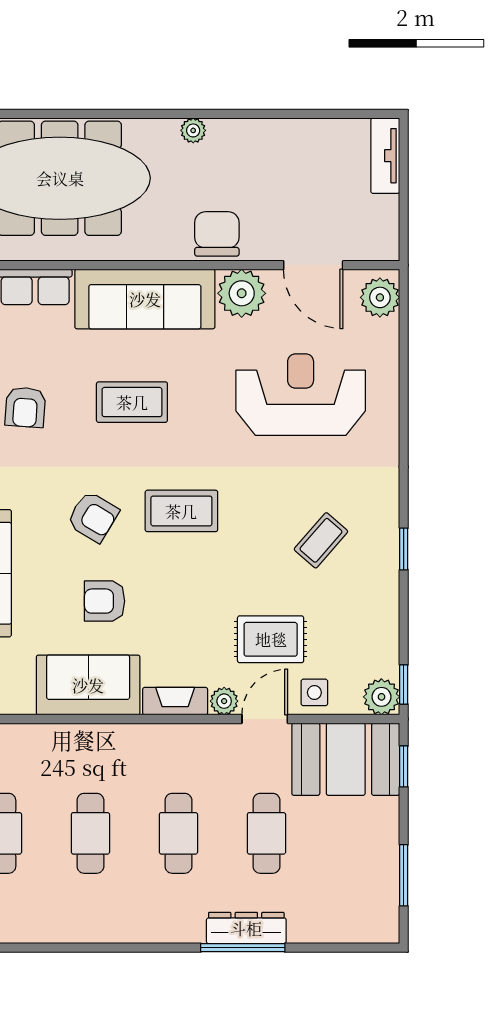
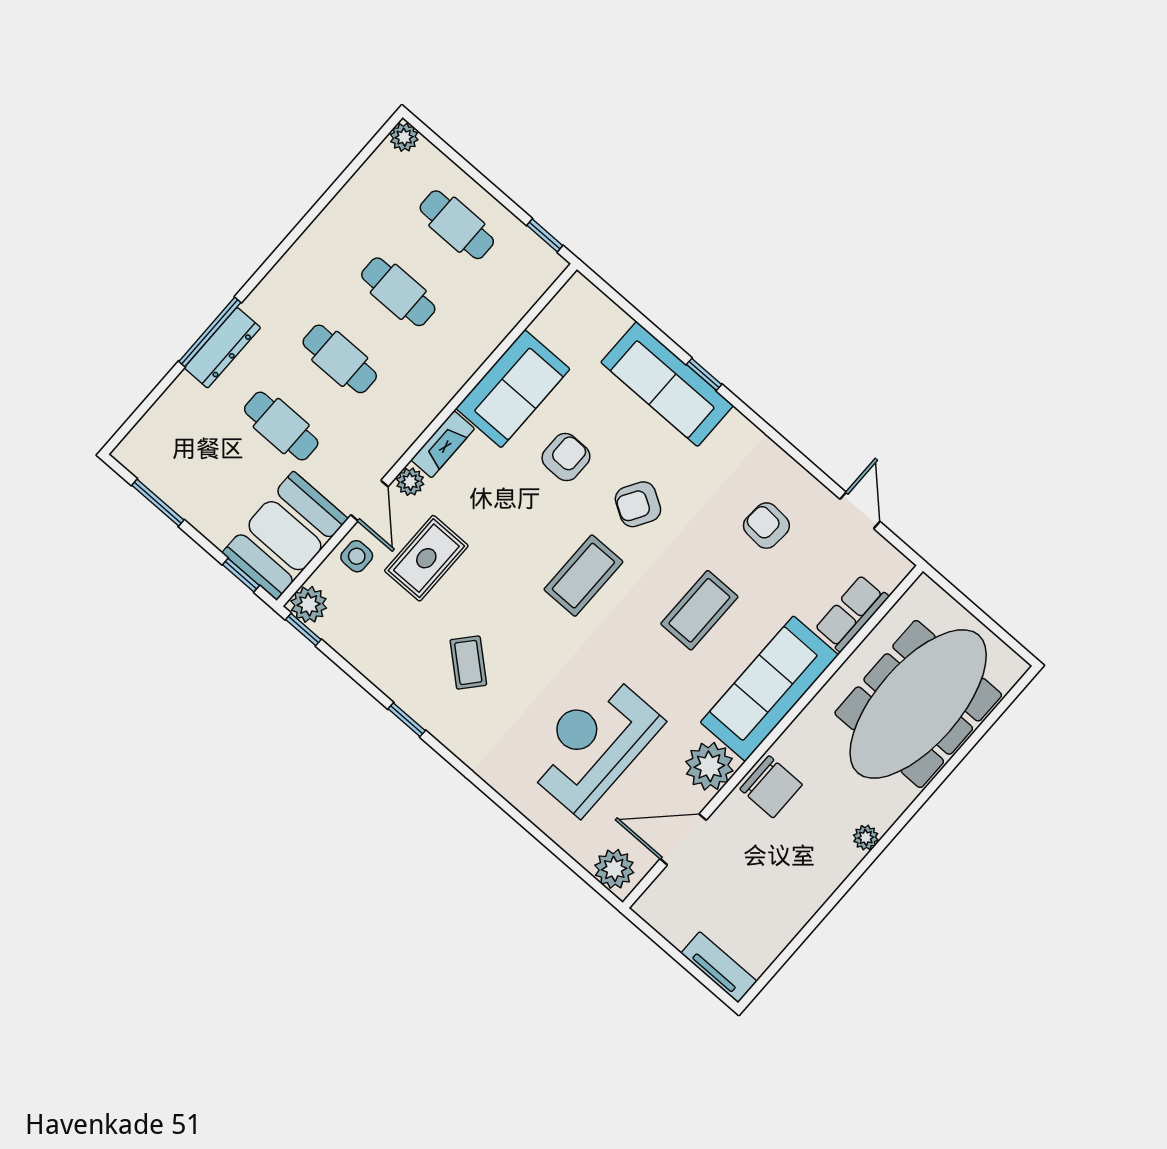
reception desk: (301, 395) -> (593, 744), turned 180

